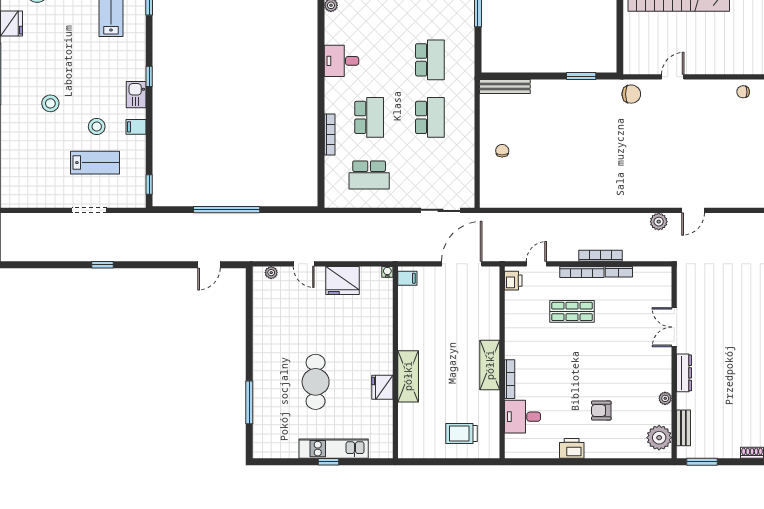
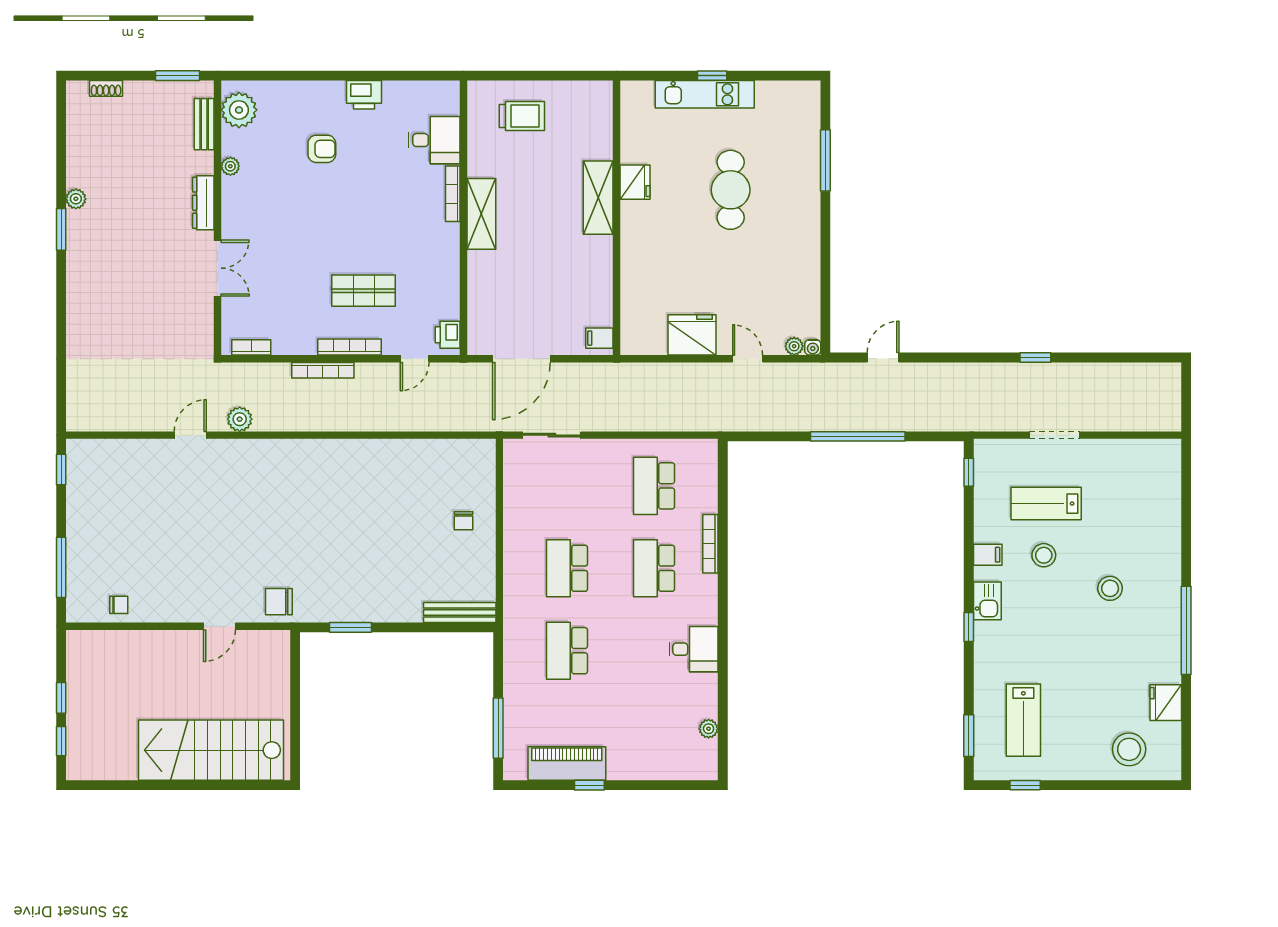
school desk: (369, 175) -> (654, 486), turned -90
water cooler: (387, 272) -> (813, 347), moved
bookcase: (619, 272) -> (251, 347), moved

